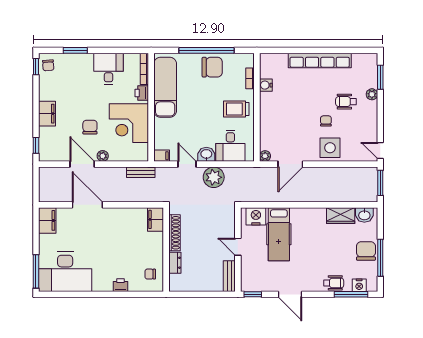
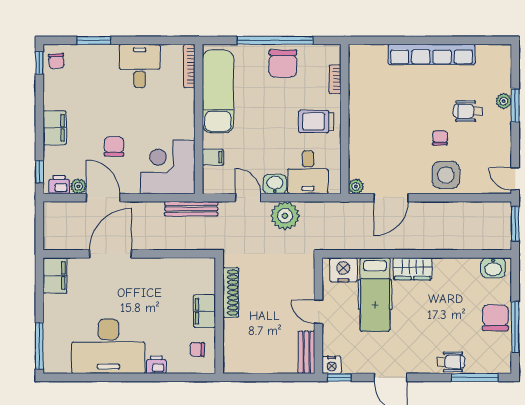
chair: (212, 67) -> (283, 64), turned 90
window: (380, 77) -> (515, 105), moved
water cooler: (266, 85) -> (357, 88), removed
printer: (142, 93) -> (59, 185), moved, turned 90
corner desk: (129, 123) -> (168, 167), moved, turned 90
plant: (103, 156) -> (78, 186), moved
filing cabinet: (162, 156) -> (213, 157), moved
bench: (141, 172) -> (191, 209), width x1.36
door: (87, 205) -> (110, 254), hinge flipped
wardrobe: (341, 216) -> (412, 269), moved
filing cabinet: (155, 219) -> (205, 311), moved
dresser: (175, 263) -> (231, 334), removed
desk: (65, 272) -> (108, 346), moved
nightstand: (359, 285) -> (332, 365), moved

